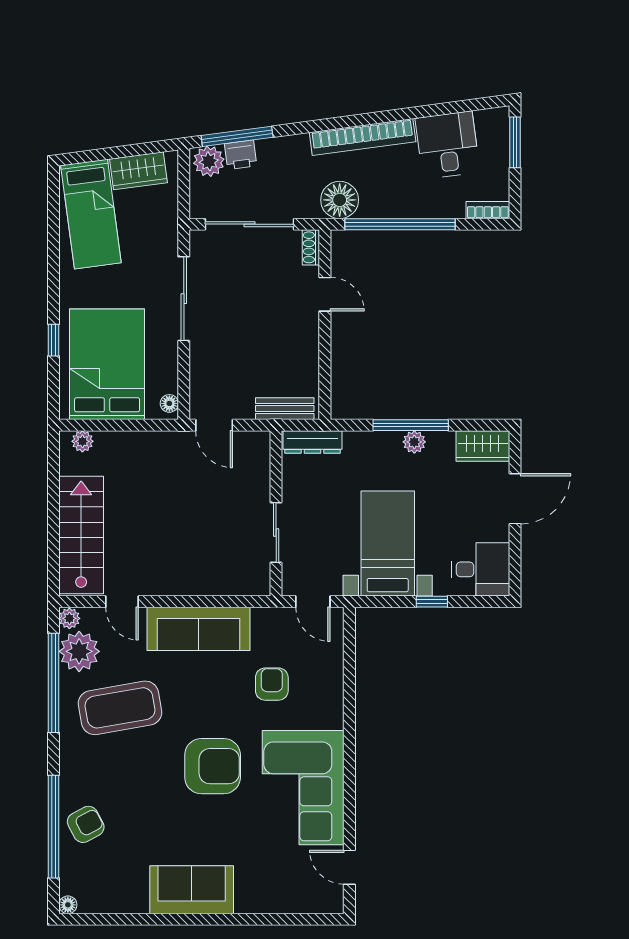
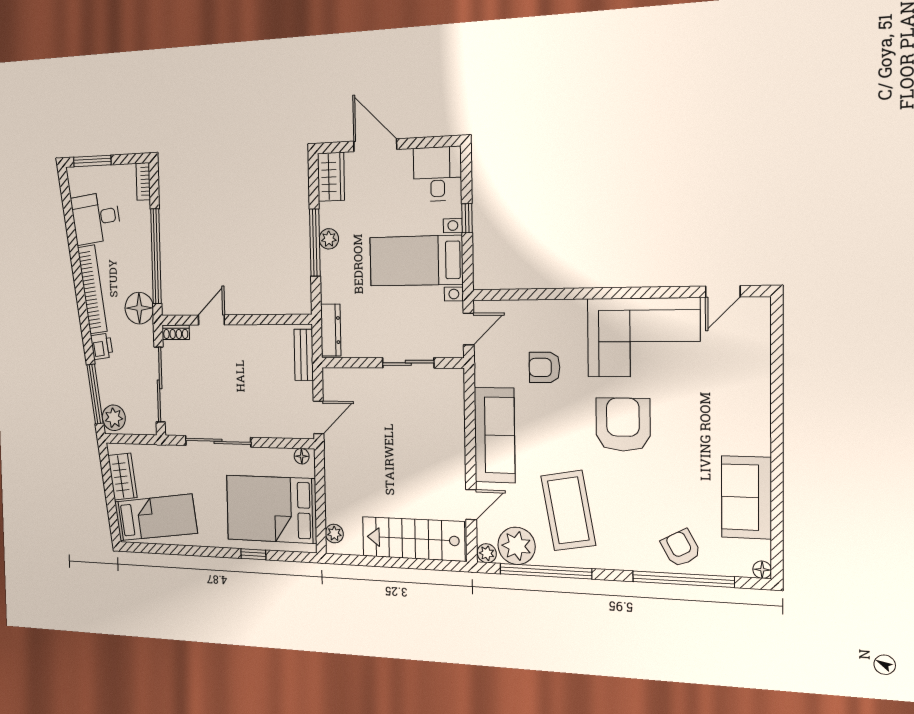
printer: (241, 155) -> (102, 346), moved
sofa: (192, 890) -> (746, 497), moved

